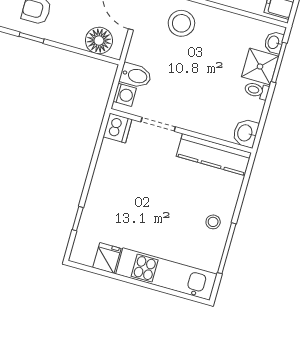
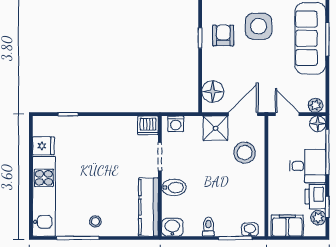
shower: (260, 67) -> (215, 128), moved
bidet: (136, 76) -> (174, 187), moved, turned -90

